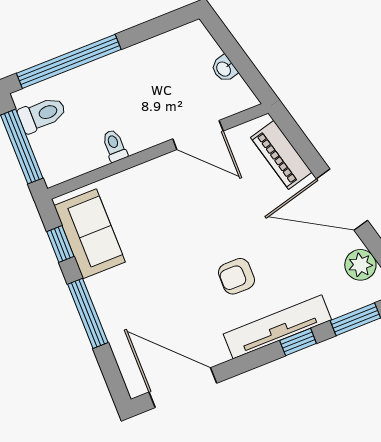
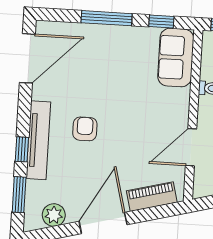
sofa: (90, 234) -> (176, 58), moved, turned 90

